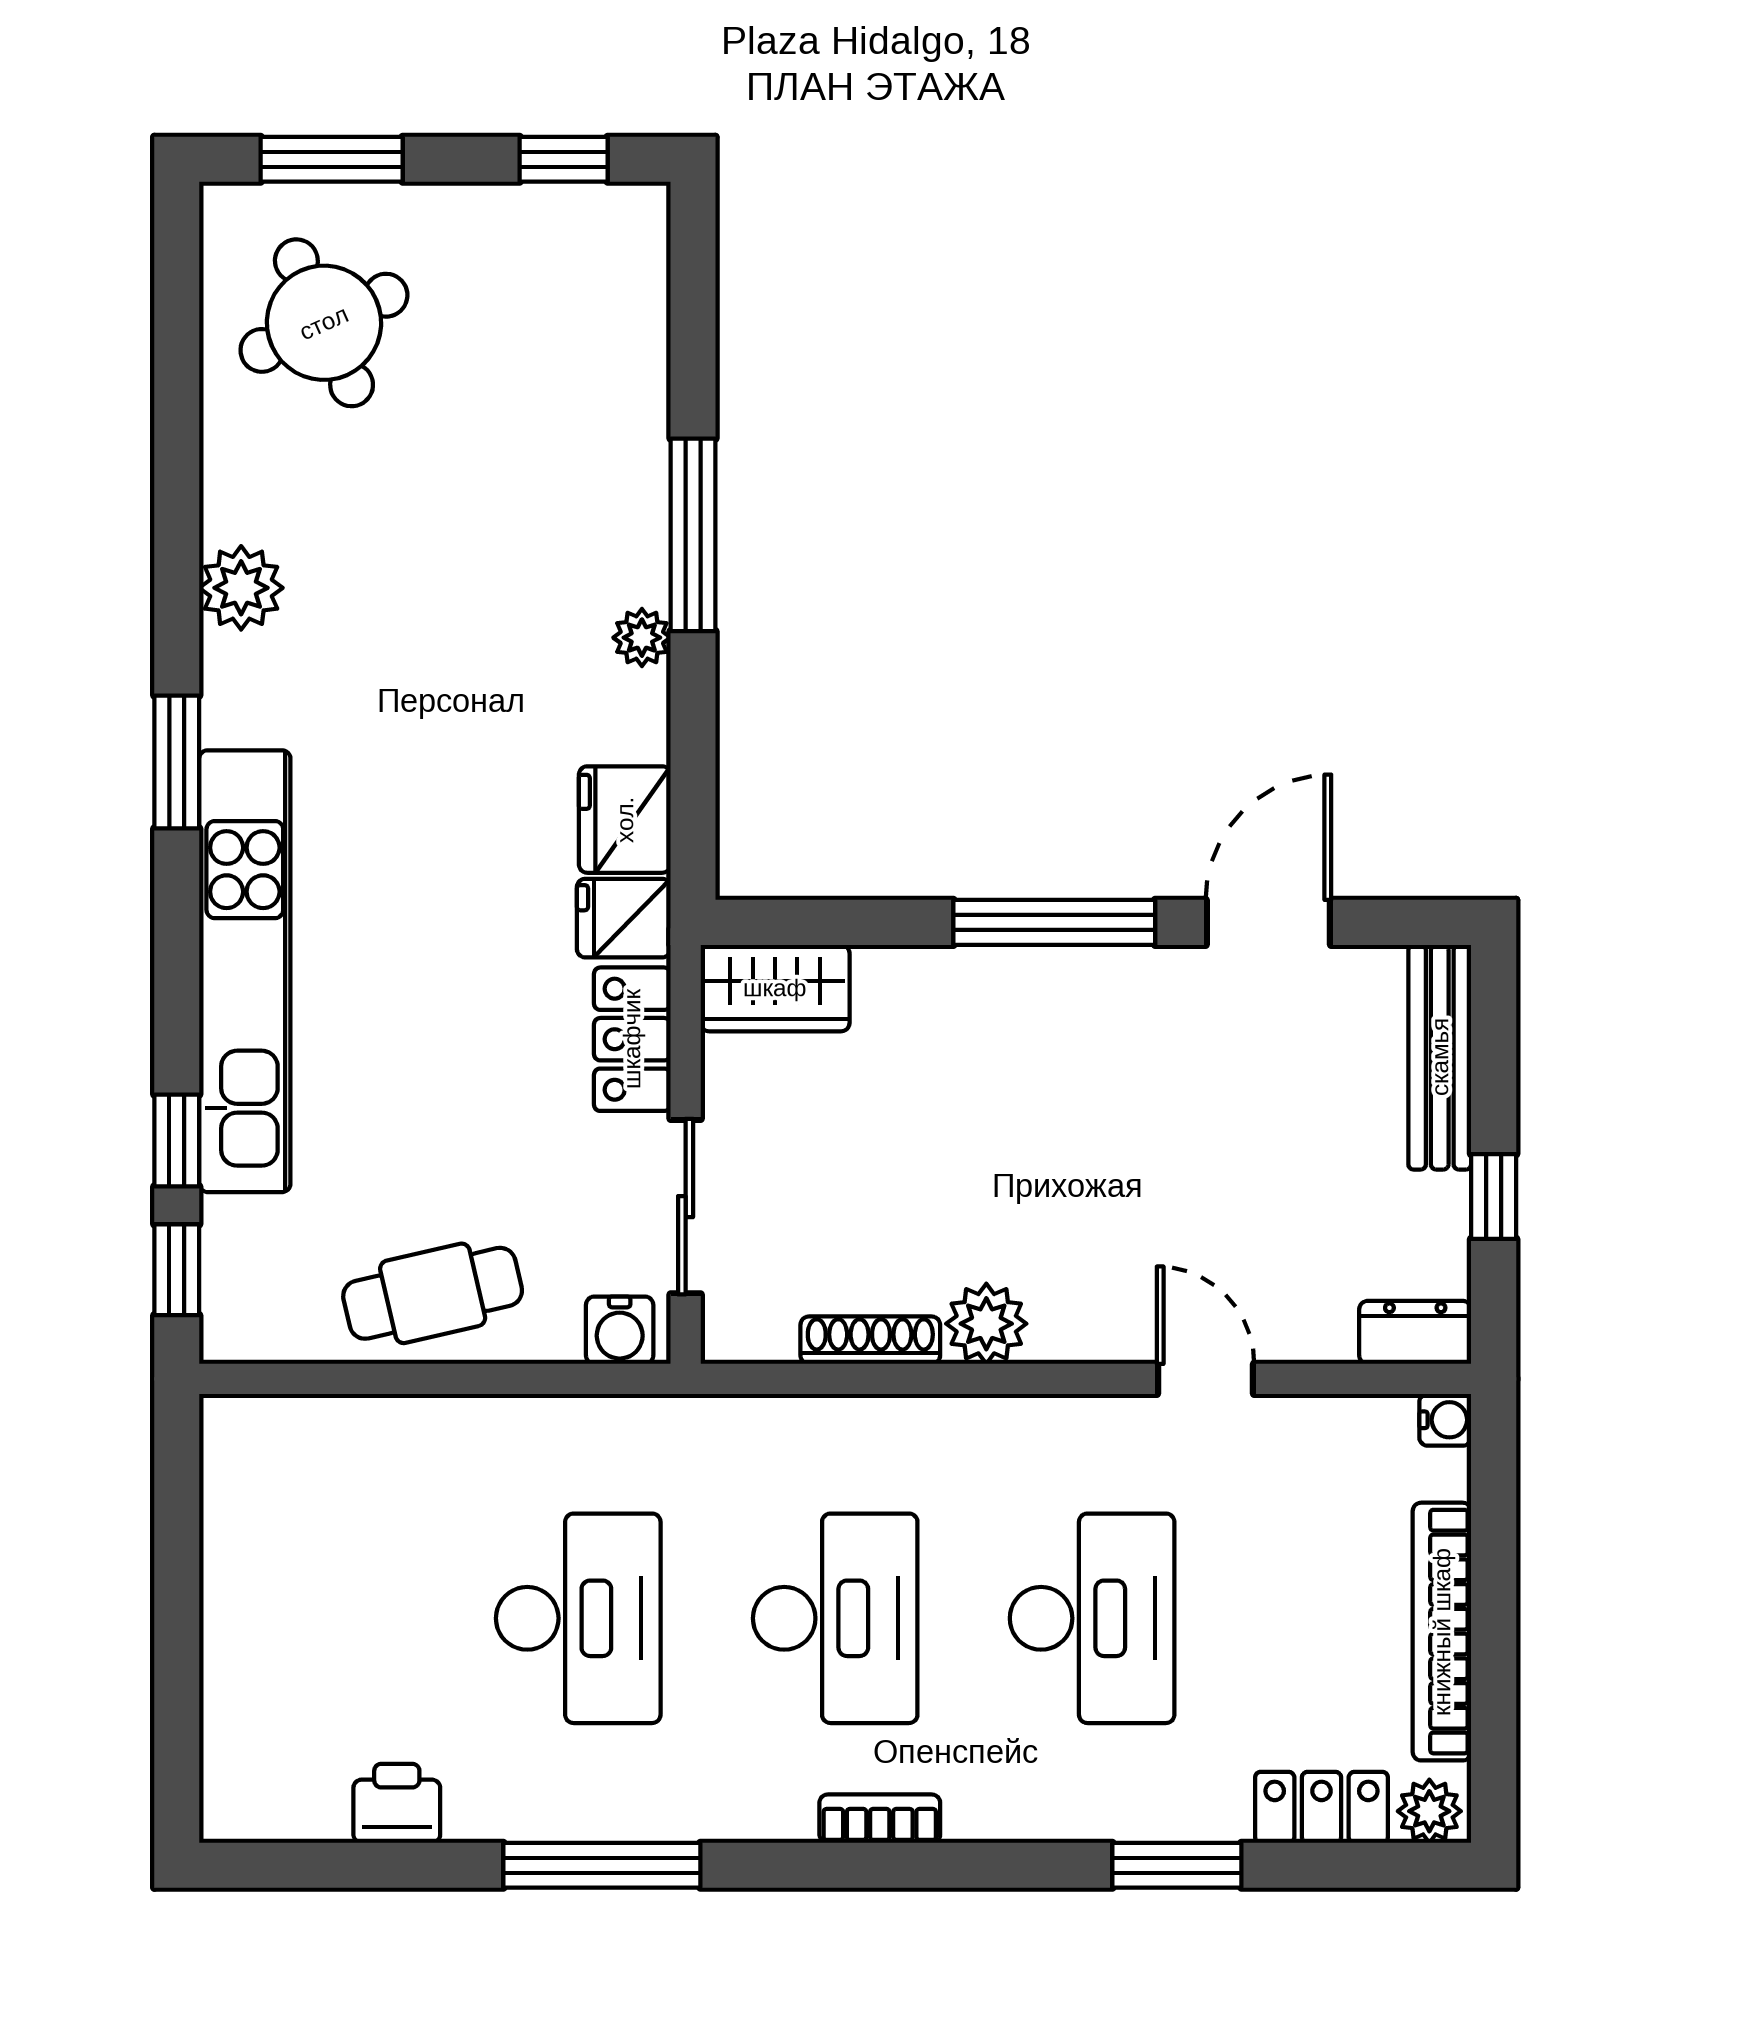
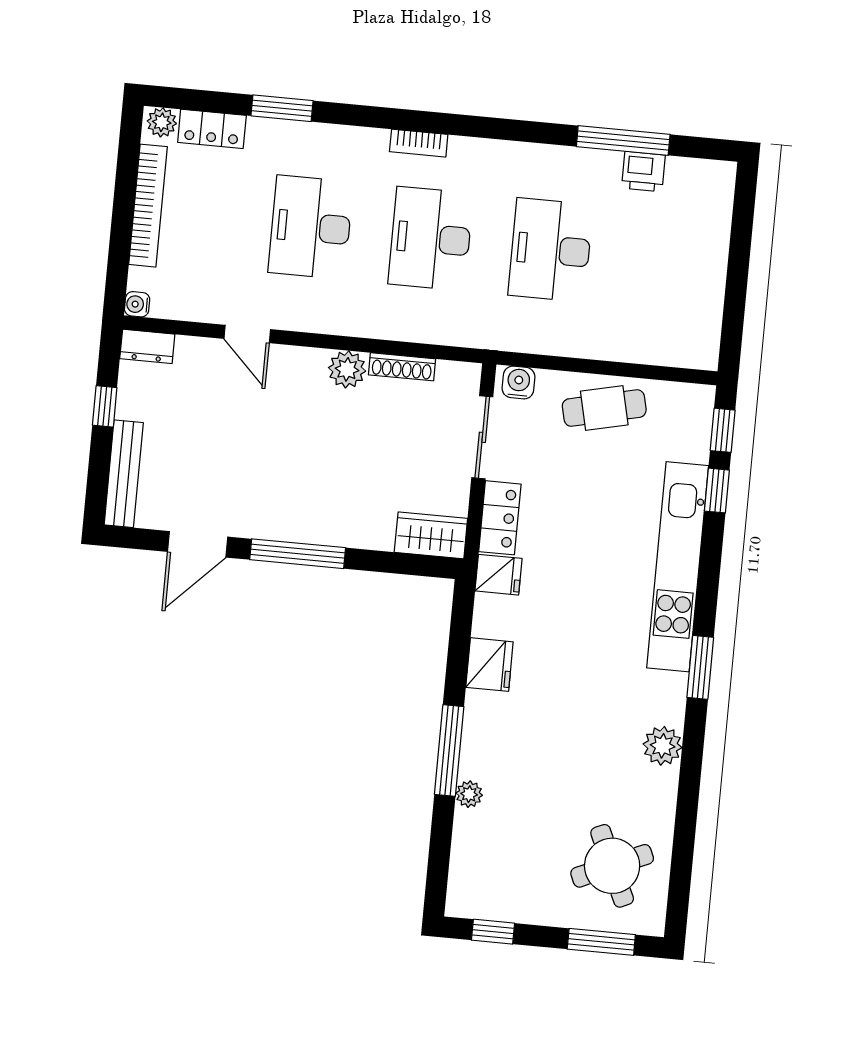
plant: (642, 638) -> (469, 794), moved
fridge: (625, 820) -> (489, 665), moved
window: (602, 1865) -> (623, 140), moved

